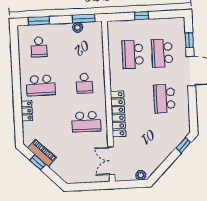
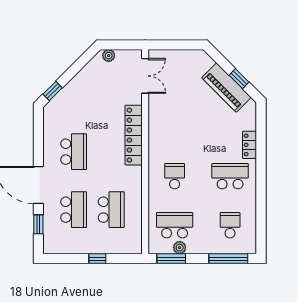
window: (39, 21) -> (228, 259), width x1.44
school desk: (86, 122) -> (175, 225), moved
piano: (42, 153) -> (226, 88), width x1.37, depth x1.33

